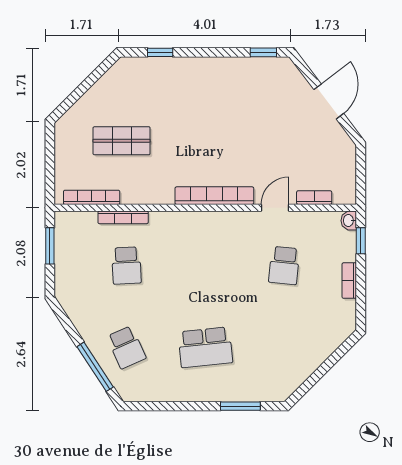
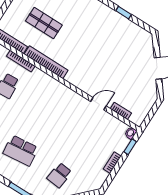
window: (263, 52) -> (124, 13), moved
bookcase: (214, 196) -> (46, 62), moved
school desk: (284, 266) -> (59, 175), moved

